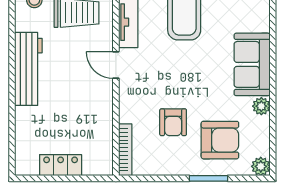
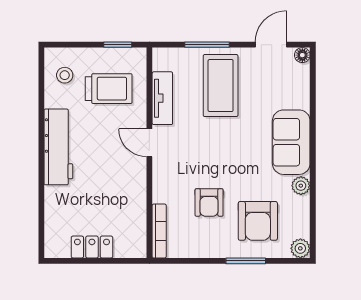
armchair: (220, 140) -> (258, 221), turned 90

